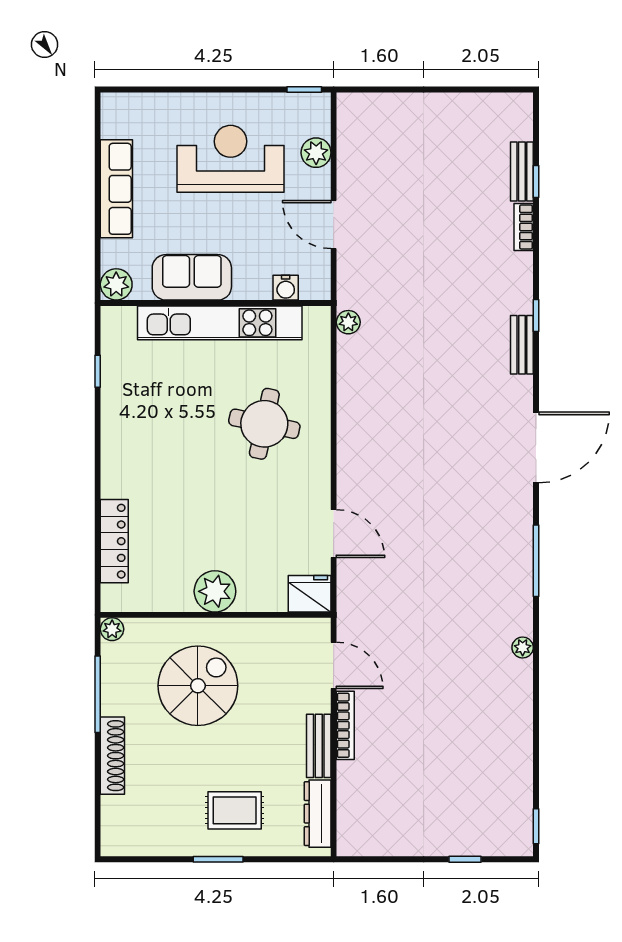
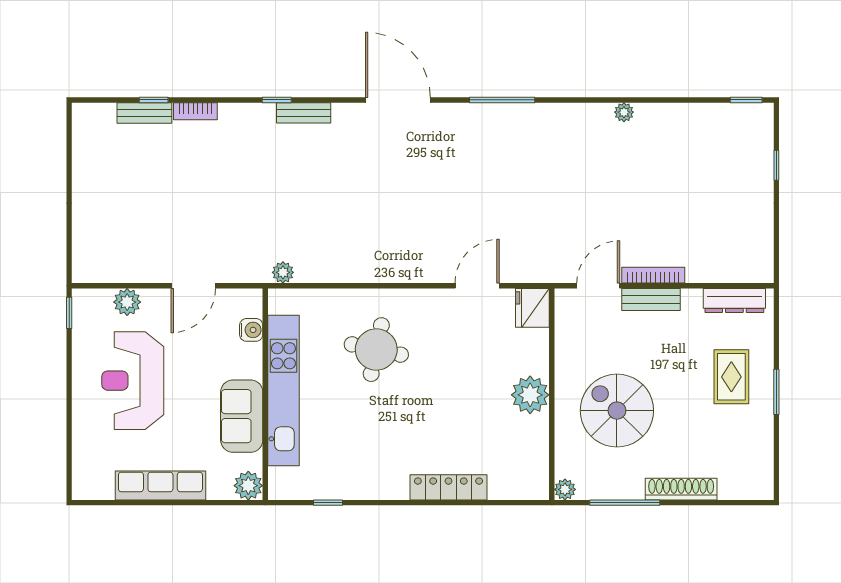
locker: (114, 541) -> (448, 487), moved
plant: (523, 647) -> (624, 112), moved
bench: (319, 746) -> (651, 300), moved

